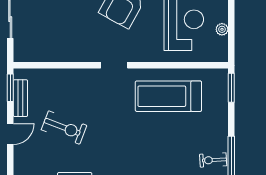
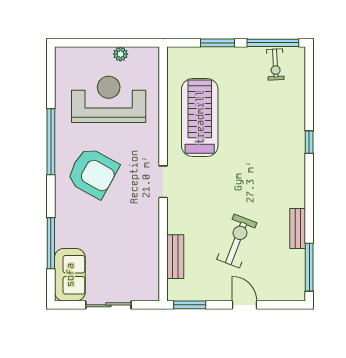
window: (231, 88) -> (218, 43), moved
treadmill: (168, 96) -> (200, 117), turned 180
bench: (20, 98) -> (175, 257), moved, turned 90

